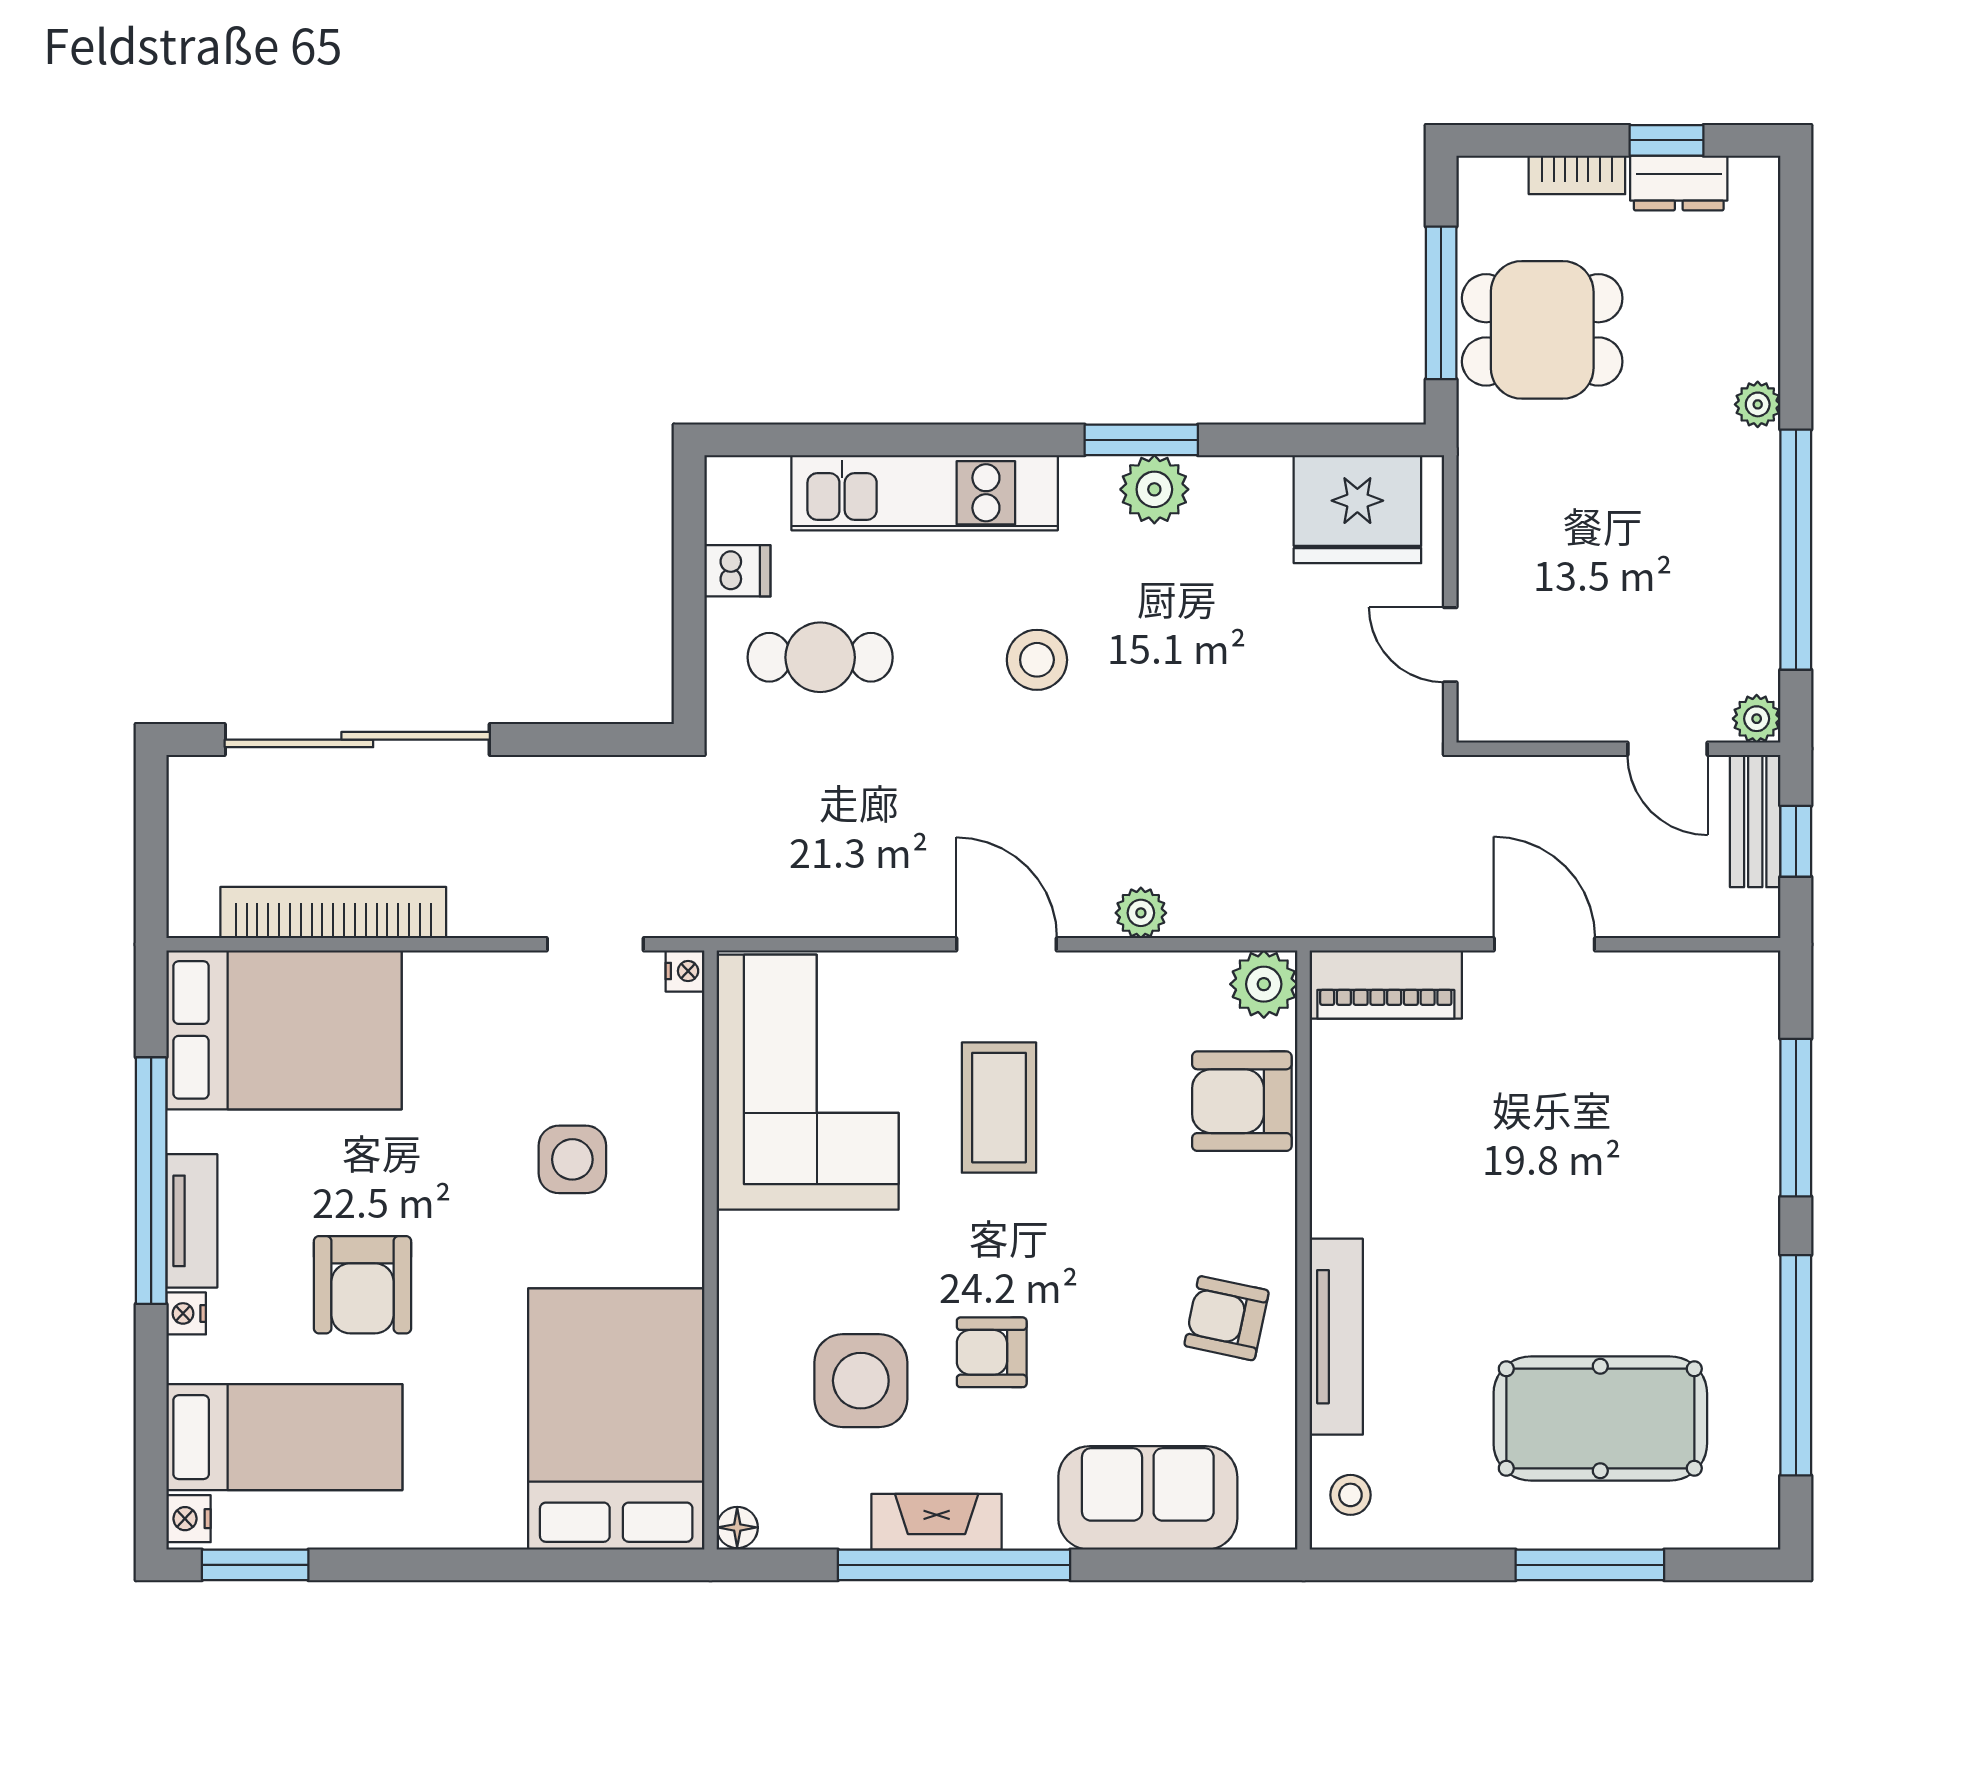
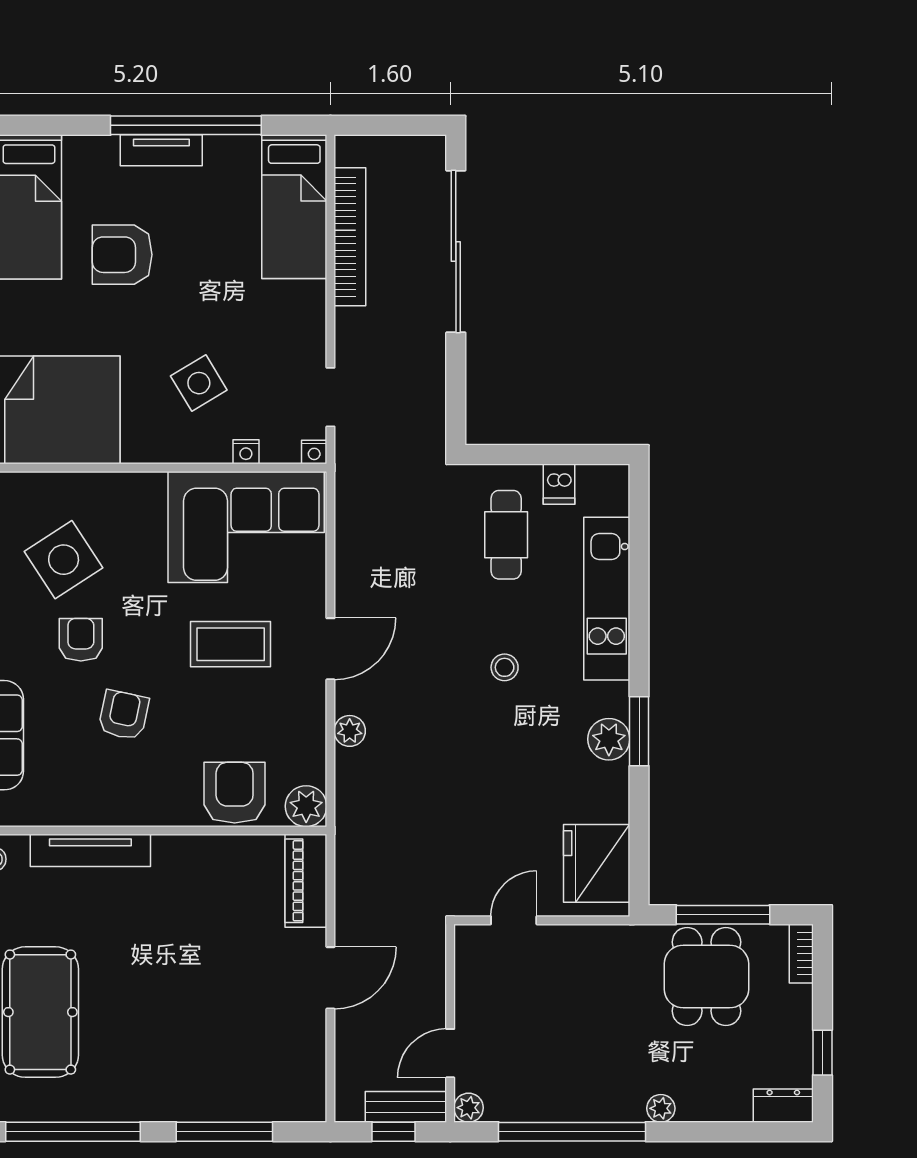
bookcase: (1577, 175) -> (801, 954), moved
dresser: (1679, 183) -> (783, 1106), moved, turned 90
stool: (1037, 660) -> (505, 667), width x0.73, depth x0.73
bed: (284, 1030) -> (294, 207), width x0.67
side table: (572, 1159) -> (199, 383), turned -31
nightstand: (186, 1313) -> (246, 452), moved, turned 180
armchair: (1227, 1318) -> (124, 715), moved
side table: (861, 1381) -> (64, 560), turned -33

